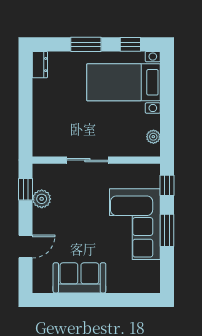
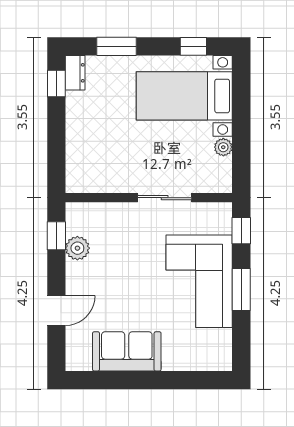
window: (86, 44) -> (117, 46), moved
window: (25, 73) -> (56, 83), added
plant: (153, 137) -> (223, 147), moved
sliding door: (87, 160) -> (165, 198), moved

